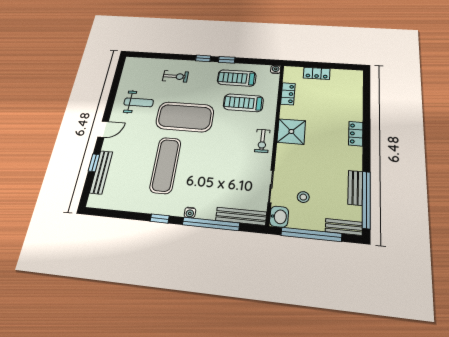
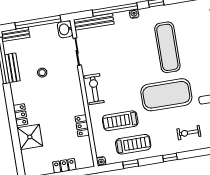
window: (227, 60) -> (131, 164), moved
locker: (288, 94) -> (82, 126), moved
treadmill: (243, 103) -> (120, 121), turned 180
shower: (291, 131) -> (30, 137), moved
exercise bike: (262, 141) -> (94, 89), width x1.38, depth x1.39
stool: (303, 197) -> (42, 73), moved

